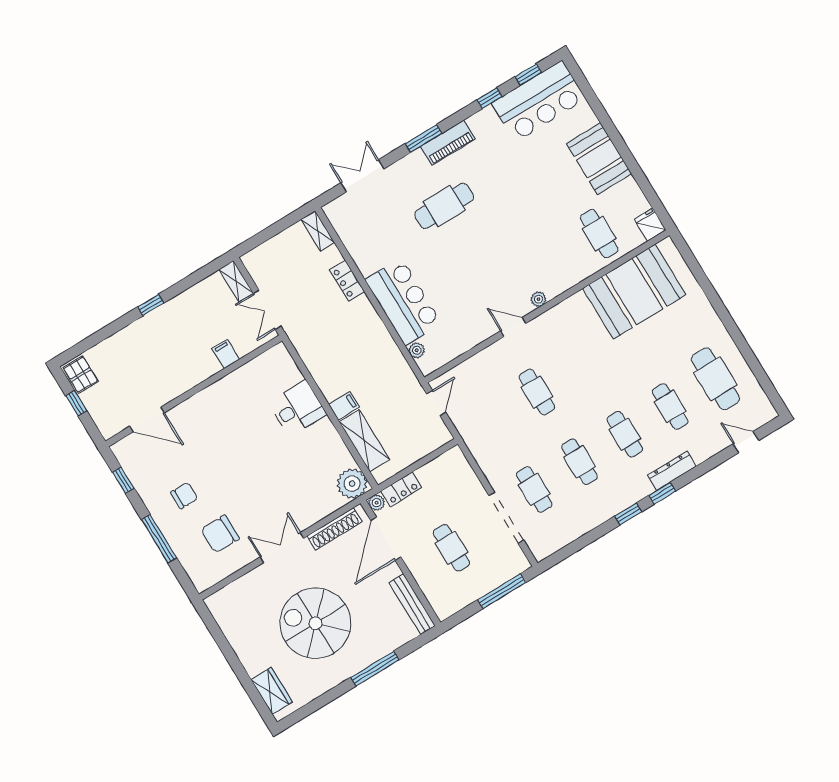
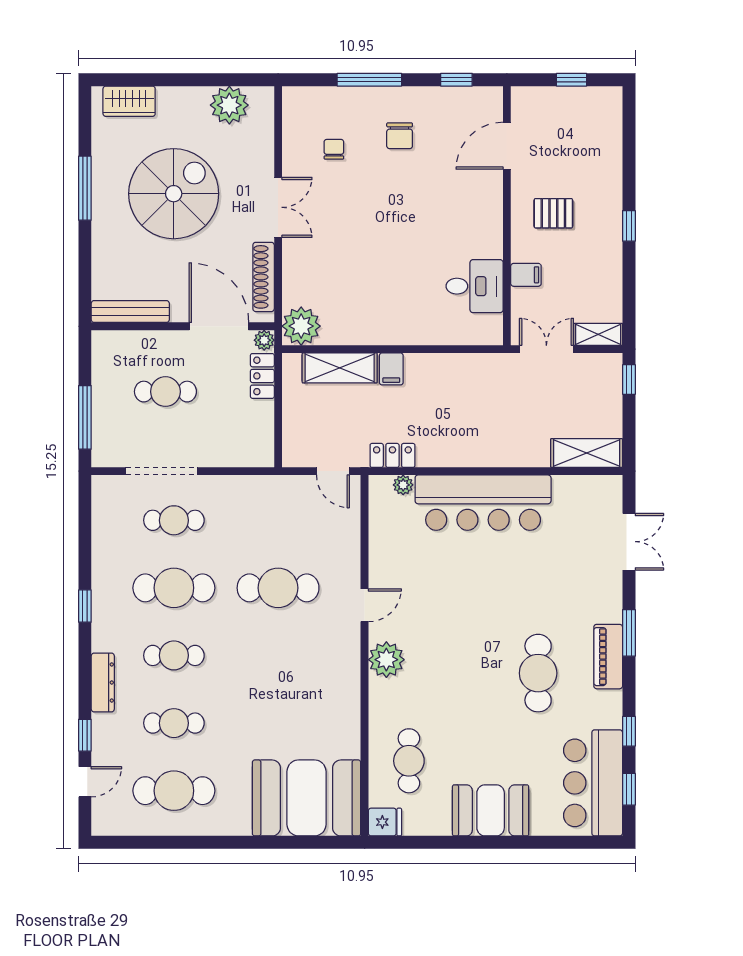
cafe table: (444, 206) -> (538, 673), moved
shelving: (318, 231) -> (587, 453), width x1.50, depth x1.33
cafe table: (599, 234) -> (409, 761), turned 90
window: (254, 242) -> (629, 379), added
locker: (347, 281) -> (392, 455), moved
booth: (634, 292) -> (307, 798), moved, turned 90
plant: (538, 299) -> (386, 660), width x1.87, depth x1.87
bar counter: (403, 302) -> (483, 503), width x1.36
pallet: (80, 375) -> (553, 213), moved
cafe table: (537, 392) -> (278, 588), width x1.37, depth x1.35
desk: (297, 408) -> (475, 286), moved, turned -90
cafe table: (579, 462) -> (174, 588), width x1.37, depth x1.35
window: (662, 493) -> (85, 735), moved
chair: (220, 534) -> (334, 149), width x0.54, depth x0.54
plant: (233, 622) -> (229, 105), added
window: (375, 669) -> (85, 188), moved

